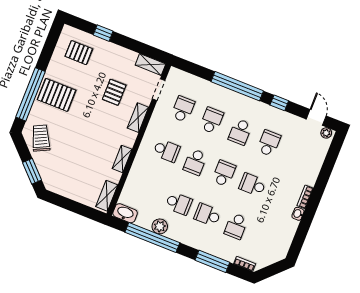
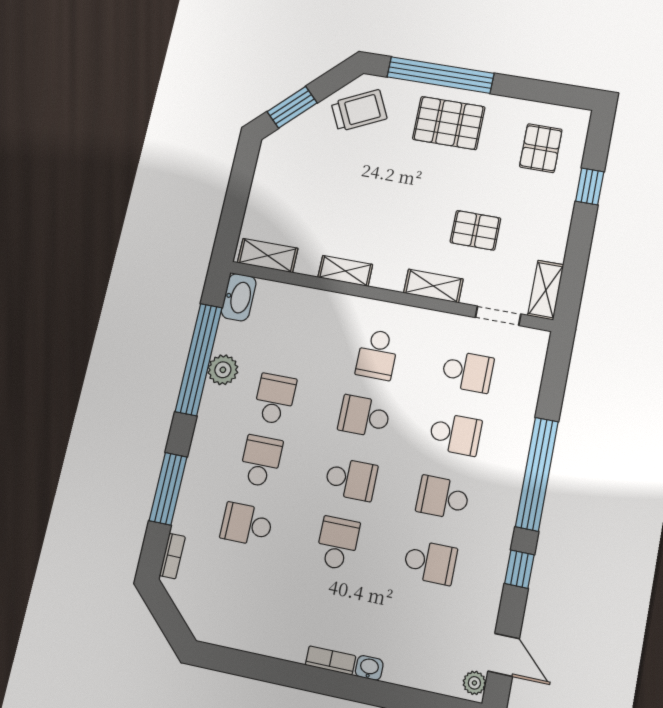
pallet: (57, 95) -> (449, 123), turned 90
door: (316, 117) -> (504, 655), hinge flipped
school desk: (179, 203) -> (275, 399), turned 180
washbasin: (298, 214) -> (369, 668), moved

